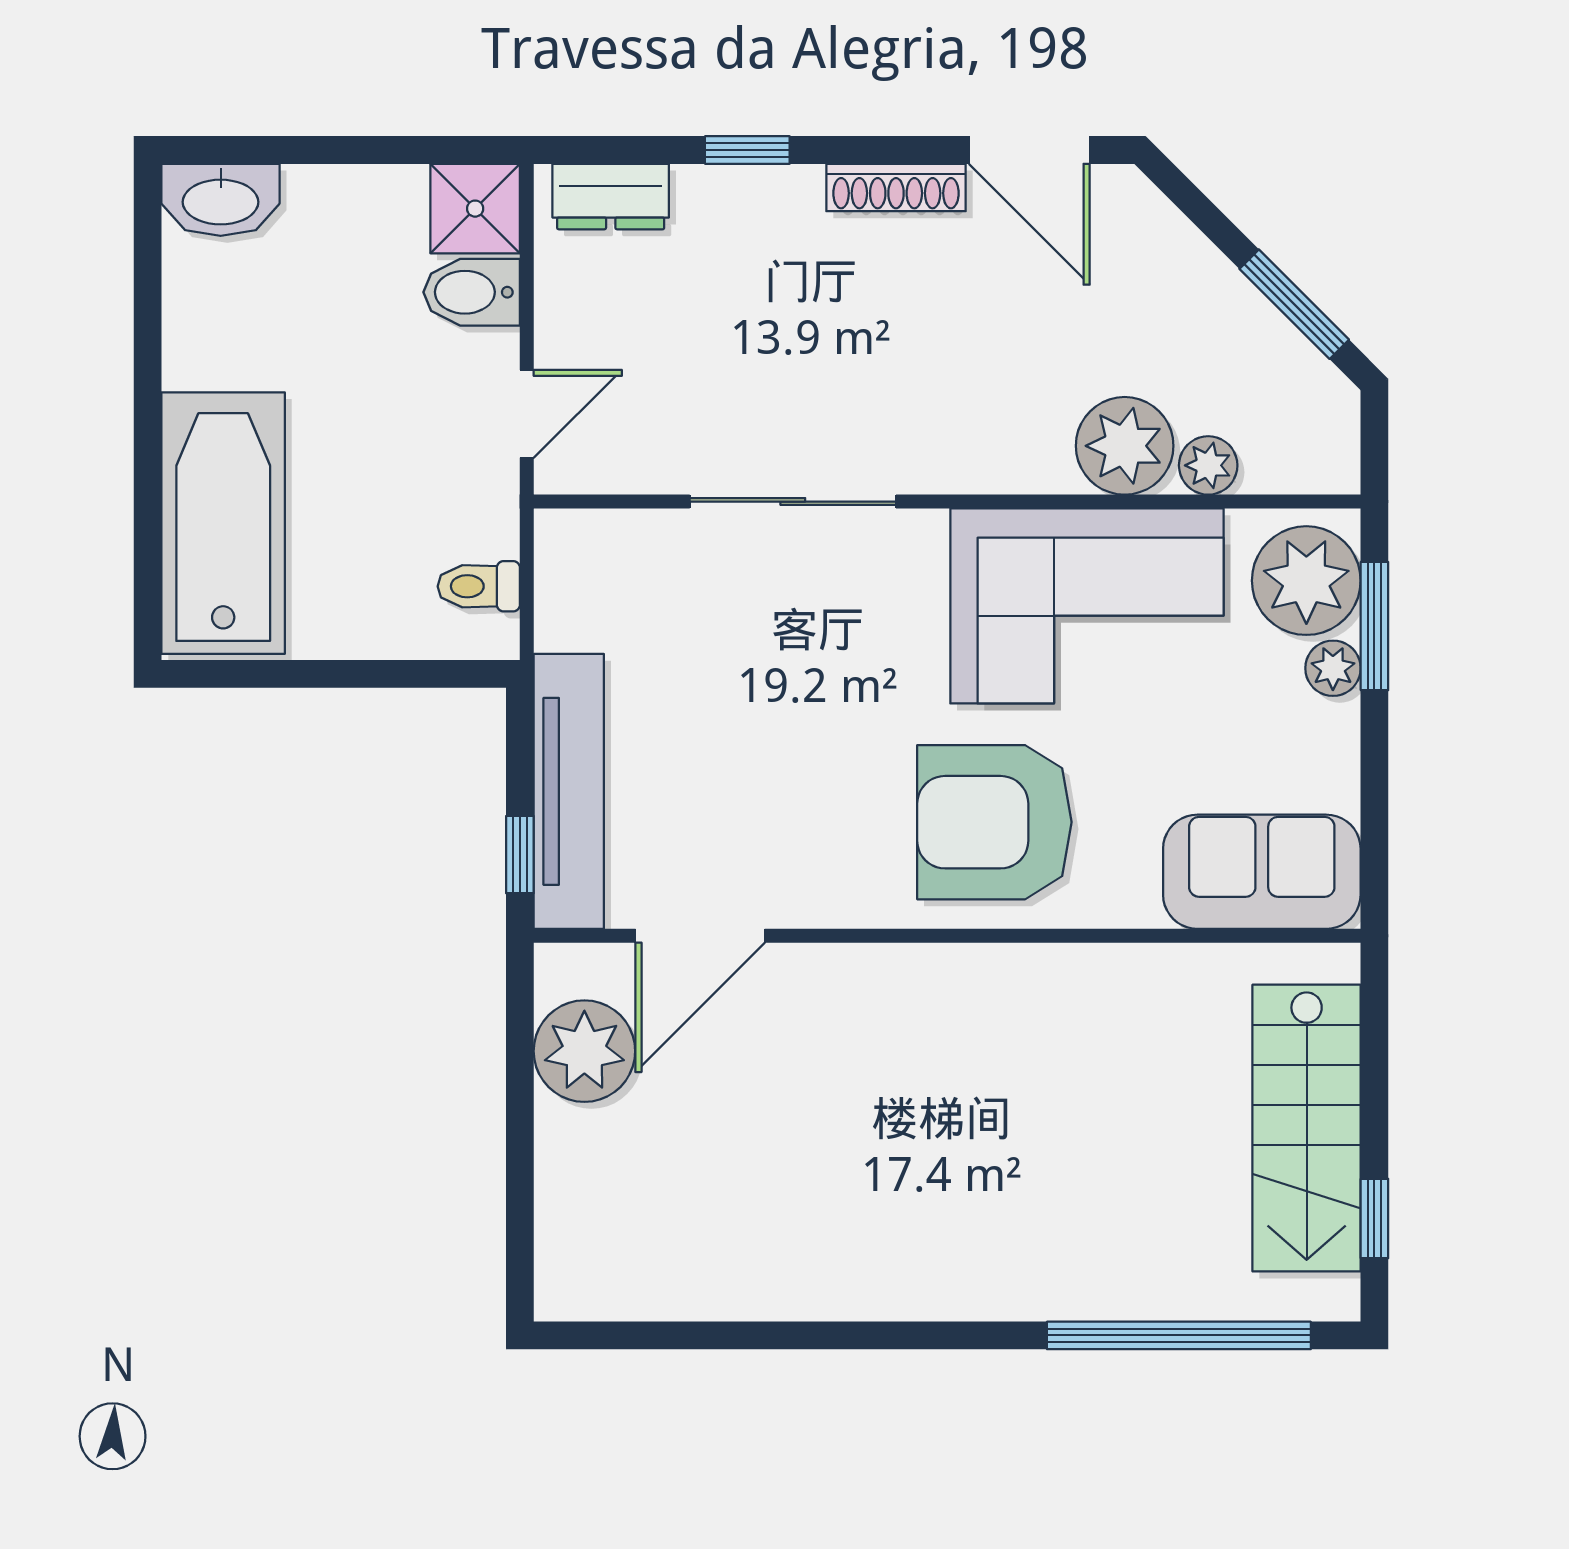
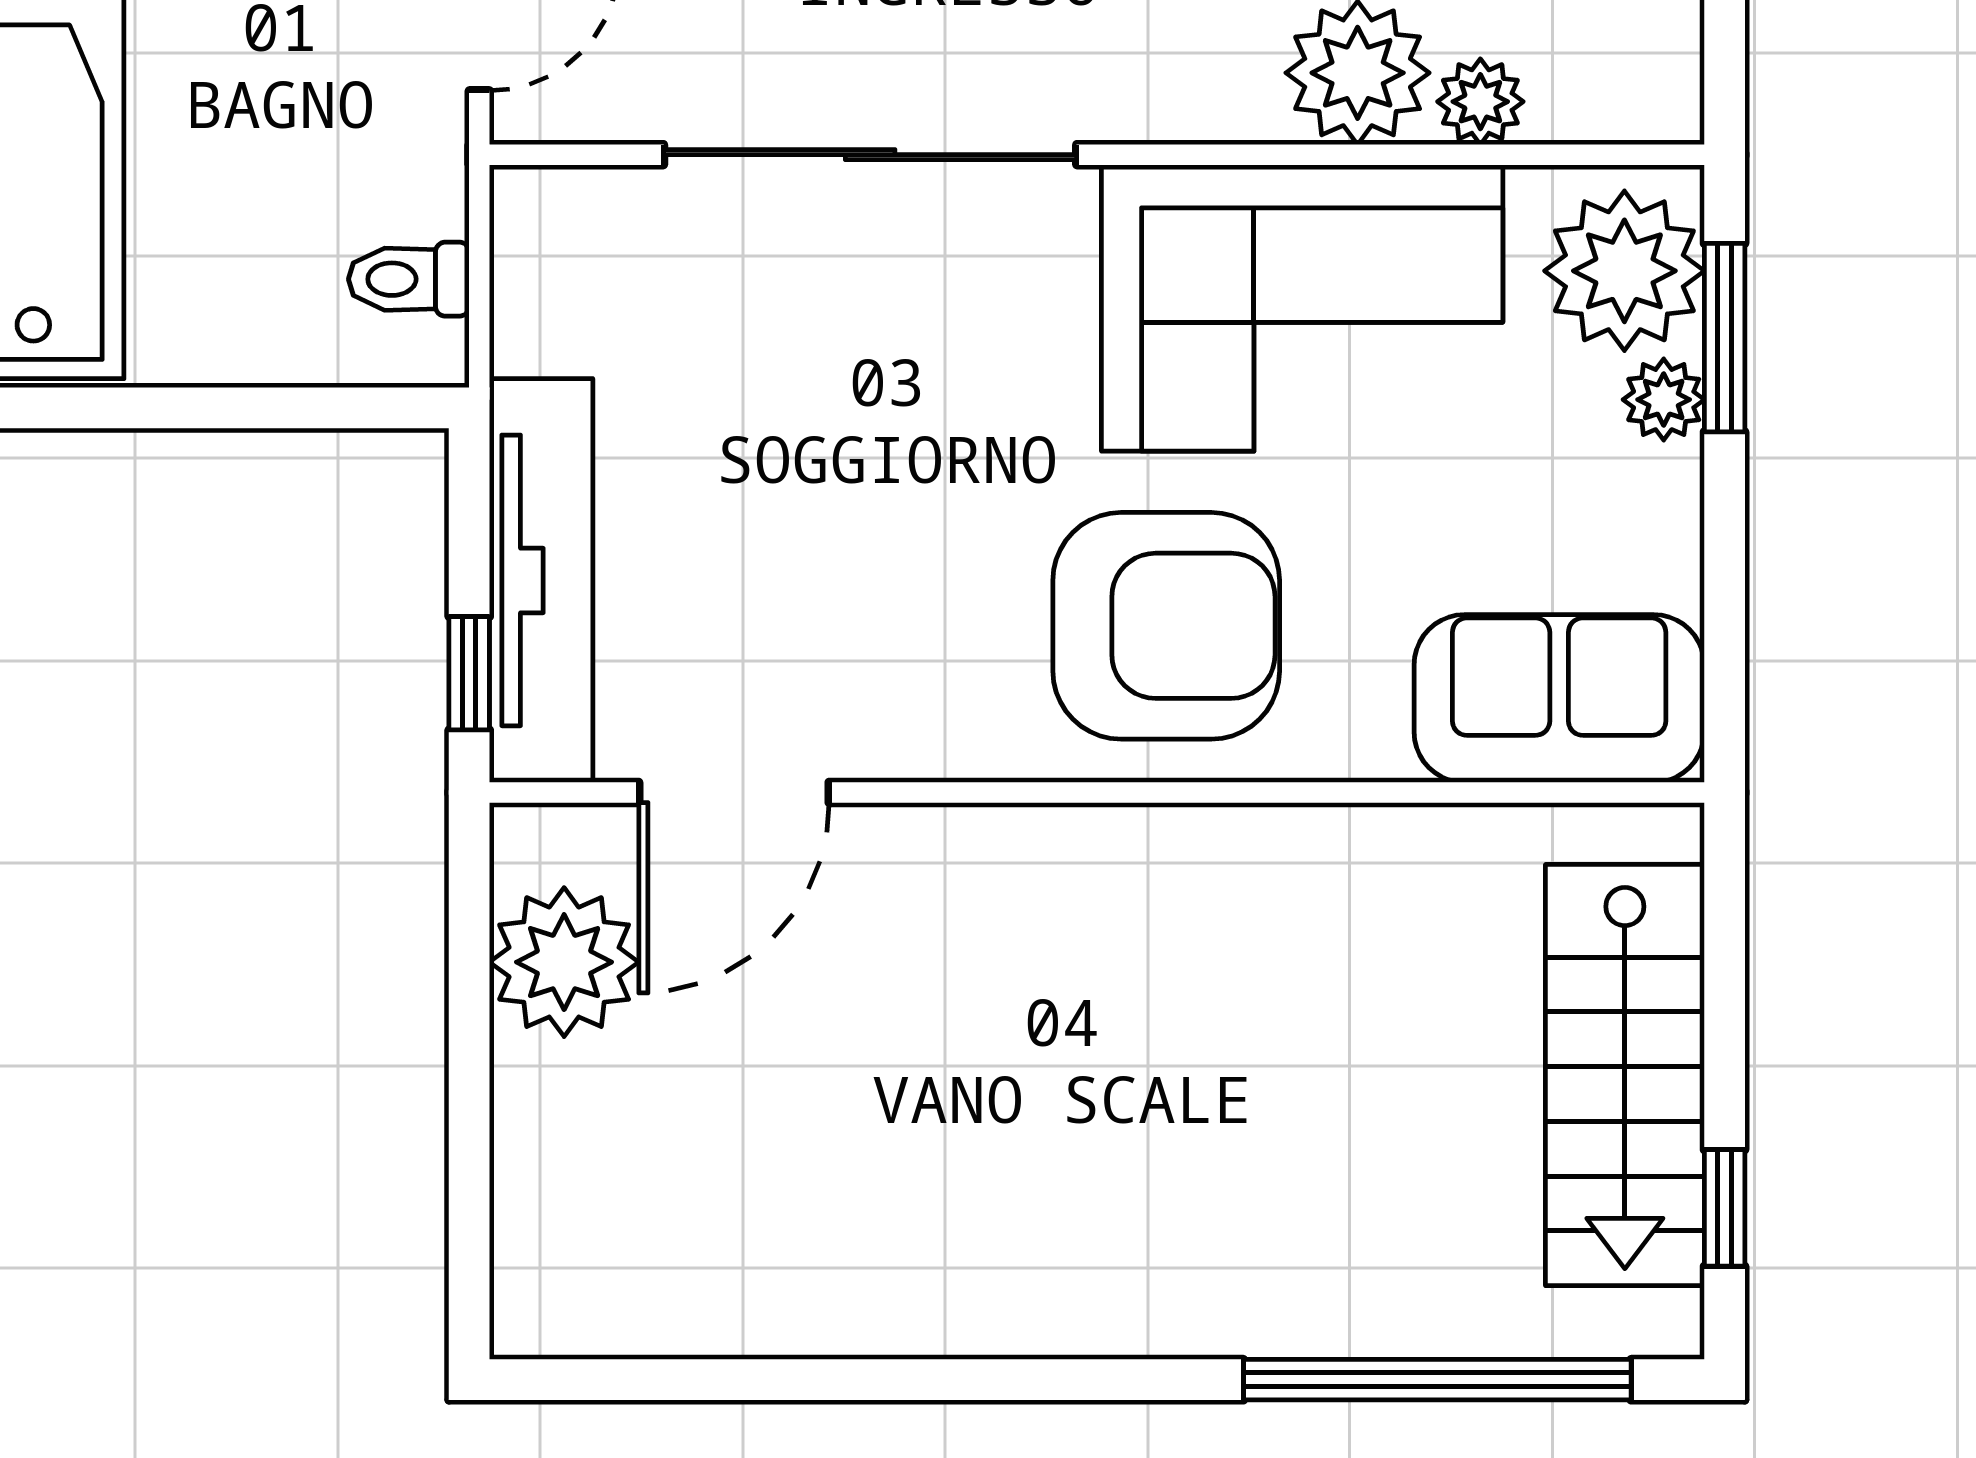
sliding door: (793, 502) -> (870, 155), width x1.36
armchair: (994, 822) -> (1166, 626), turned 180

